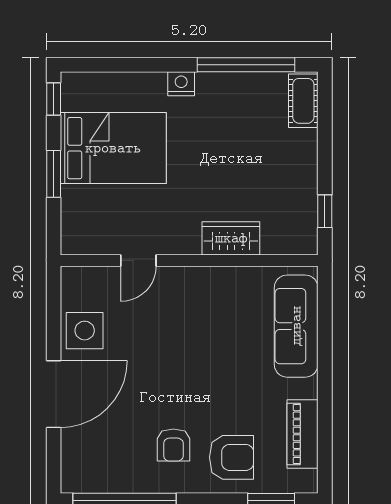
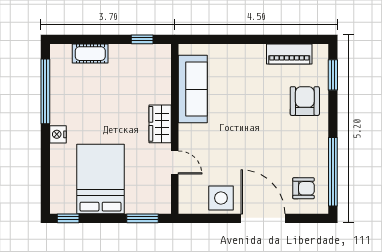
cot: (303, 101) -> (90, 54), moved
window: (54, 174) -> (143, 218), moved
wardrobe: (231, 238) -> (160, 124), moved
sofa: (296, 326) -> (193, 89), moved, turned -90
armchair: (173, 445) -> (303, 188), moved

